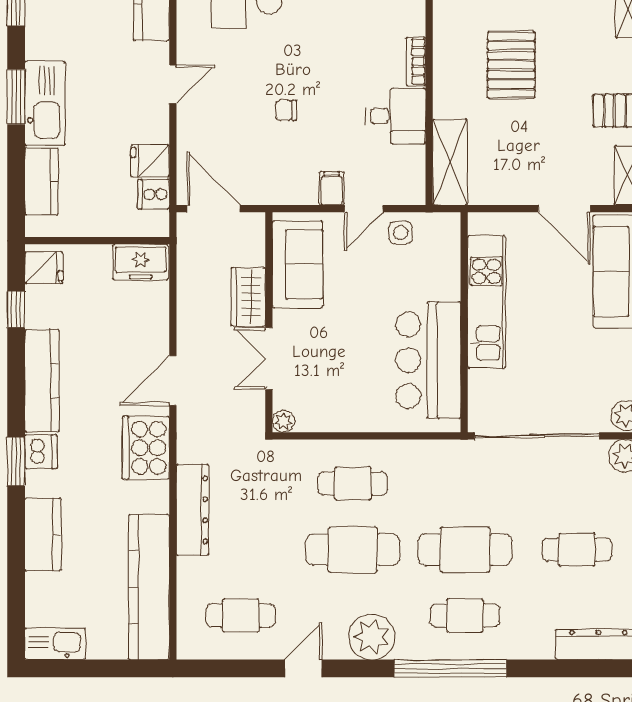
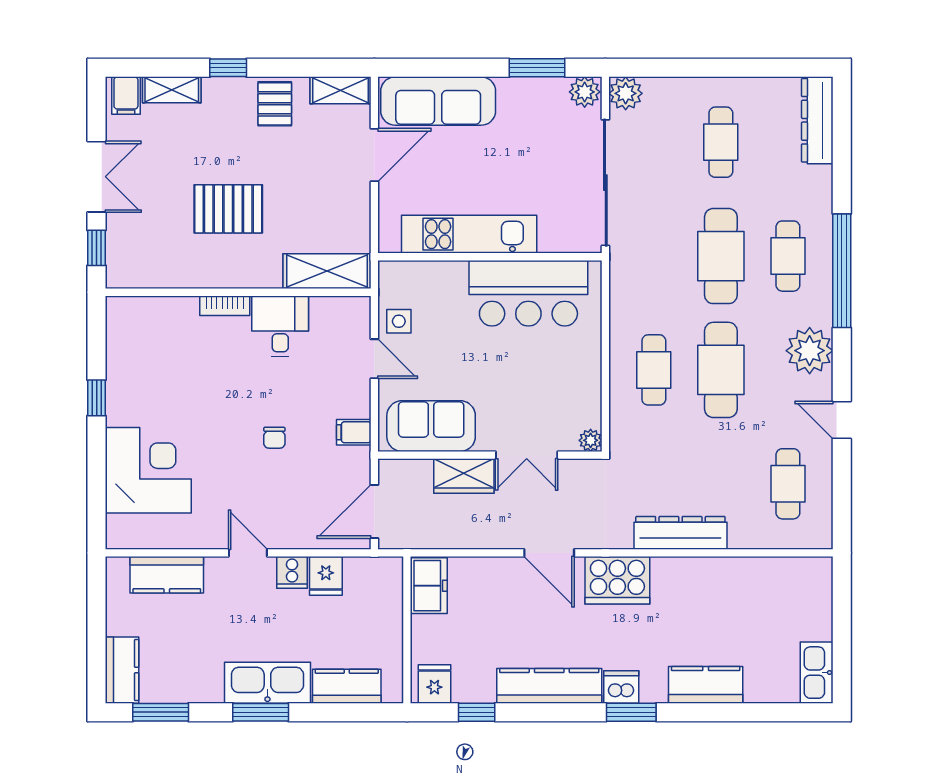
filing cabinet: (332, 188) -> (354, 432), moved
cooker: (154, 194) -> (292, 572), moved
kitchen counter: (149, 587) -> (759, 577), removed

